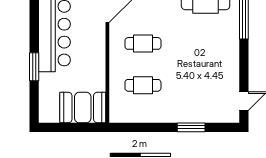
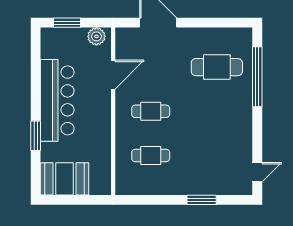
booth: (83, 108) -> (65, 179), moved

